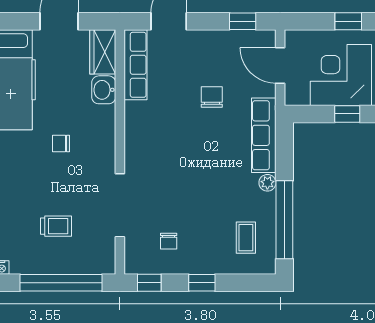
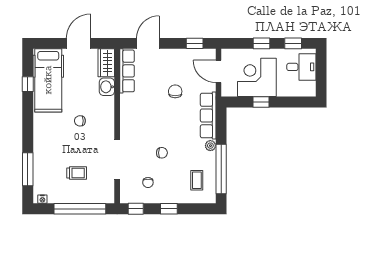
chair: (191, 194) -> (162, 153), added

